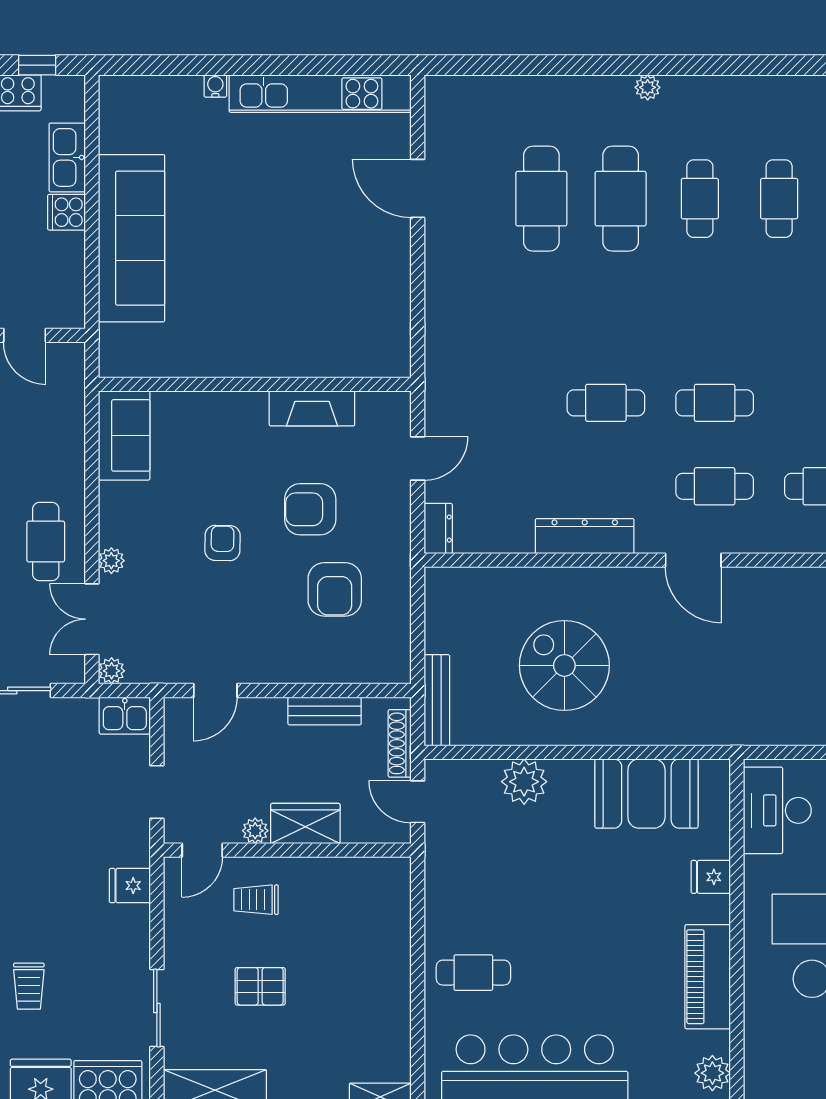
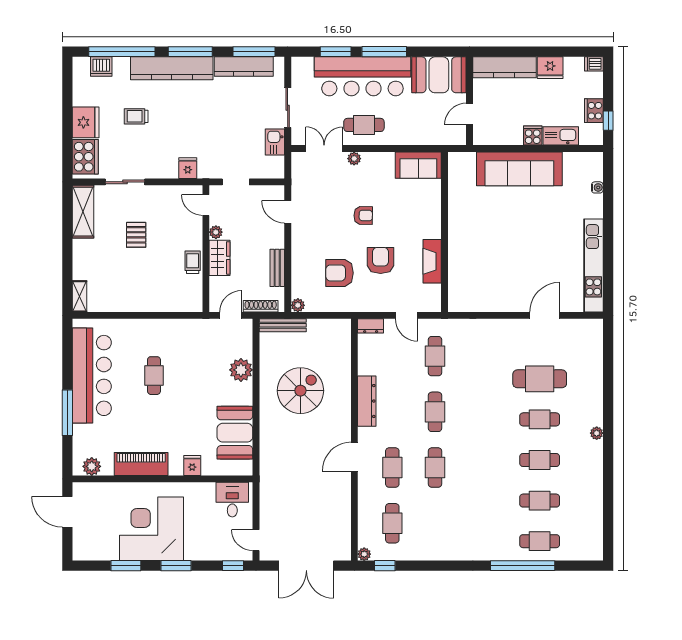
water cooler: (215, 86) -> (597, 187), moved
cafe table: (621, 199) -> (540, 419), width x0.73, depth x0.74
cafe table: (497, 403) -> (435, 356), added
plant: (112, 671) -> (298, 305), moved
kitchen sink: (125, 716) -> (275, 142), moved
desk: (777, 810) -> (232, 500), width x0.73
trolley: (256, 900) -> (193, 262), moved
cafe table: (473, 973) -> (154, 376), moved

